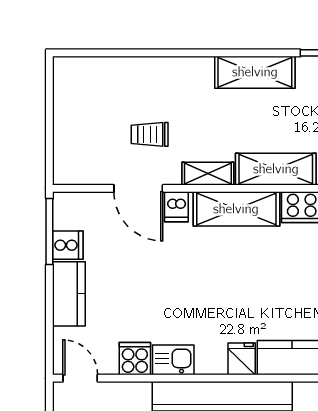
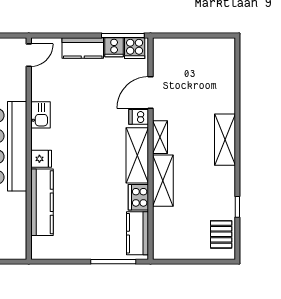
shelving: (255, 72) -> (225, 140), moved
trolley: (150, 134) -> (185, 100), removed
cooker: (135, 359) -> (135, 48), moved, turned 90

